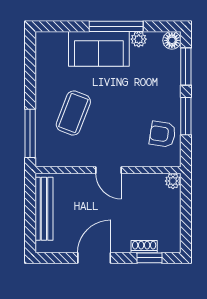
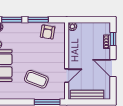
door: (109, 170) -> (67, 76), moved

